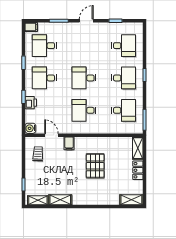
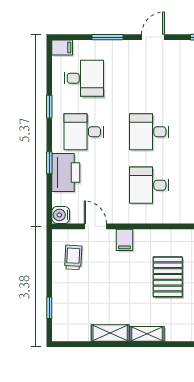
desk: (44, 46) -> (84, 78), turned 180
printer: (31, 103) -> (66, 173), width x1.87, depth x1.48
shelving: (38, 200) -> (147, 334), moved

